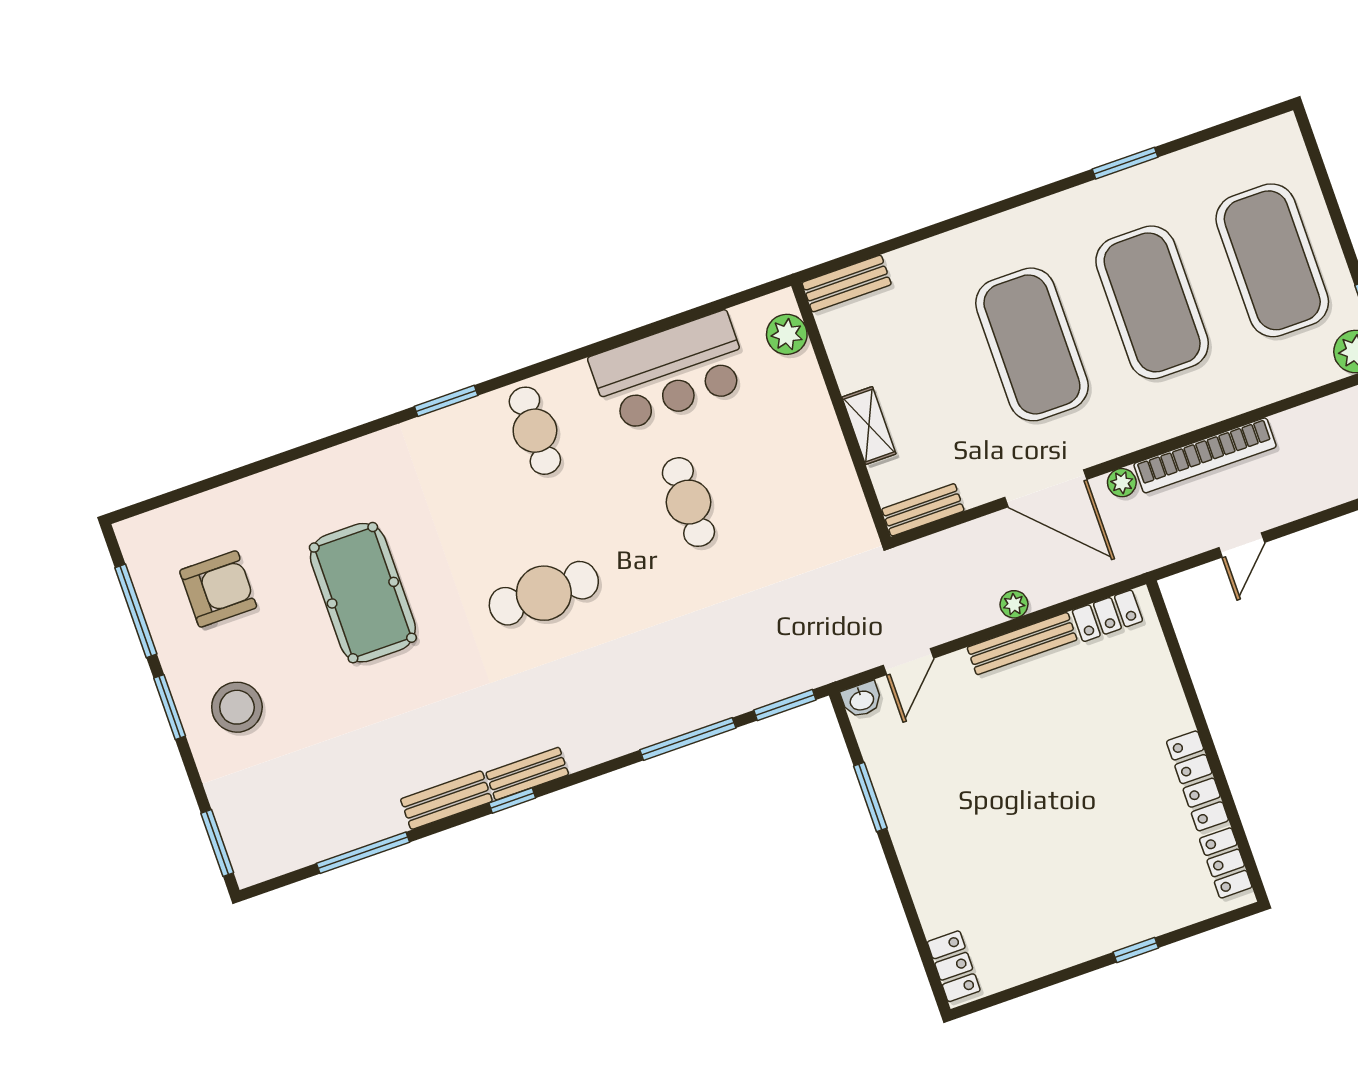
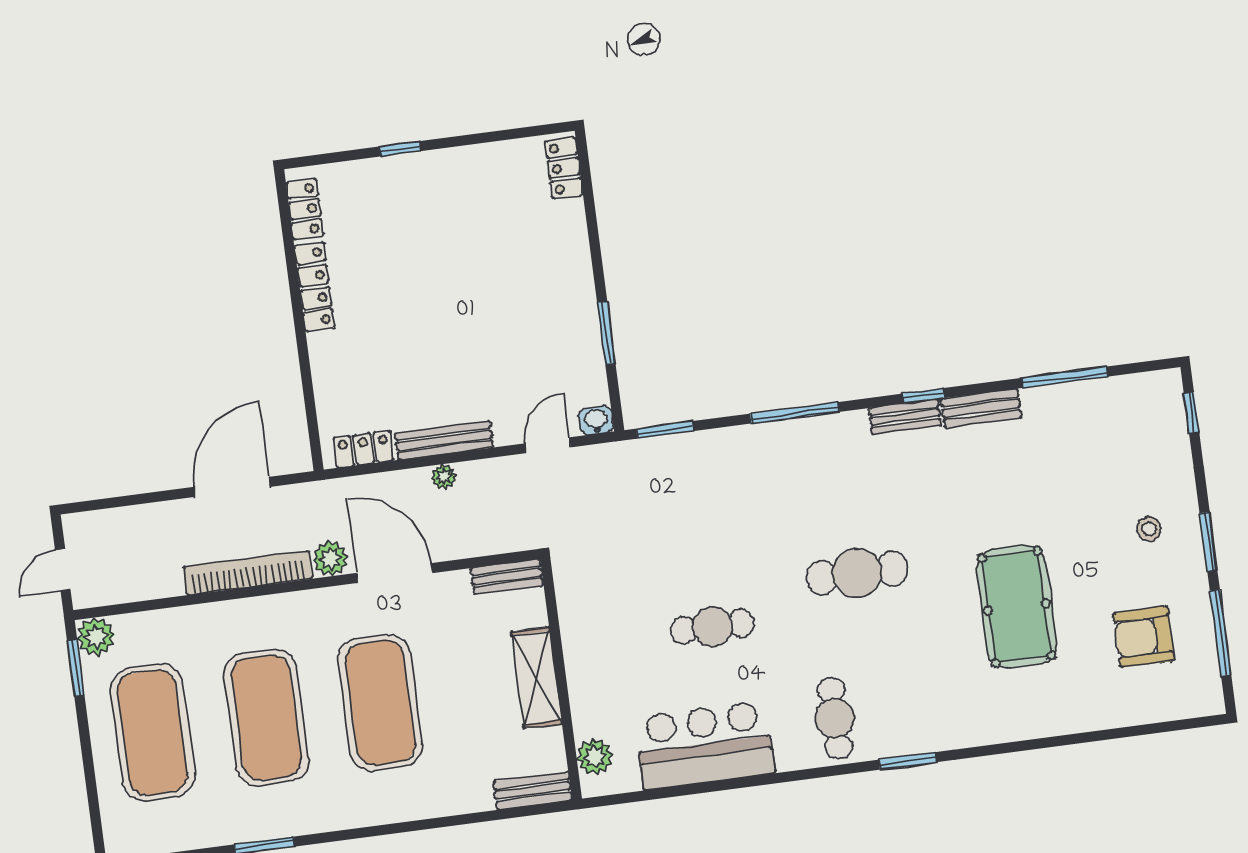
shelving: (869, 426) -> (536, 678), width x1.50, depth x1.33
plant: (1122, 483) -> (330, 559), width x1.38, depth x1.38
cafe table: (688, 502) -> (713, 627), turned 90
door: (1242, 545) -> (232, 487), width x1.88
stool: (237, 707) -> (1149, 529), width x0.53, depth x0.53
window: (688, 739) -> (795, 413), moved
window: (217, 843) -> (1191, 413), width x0.67

